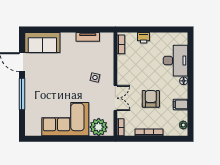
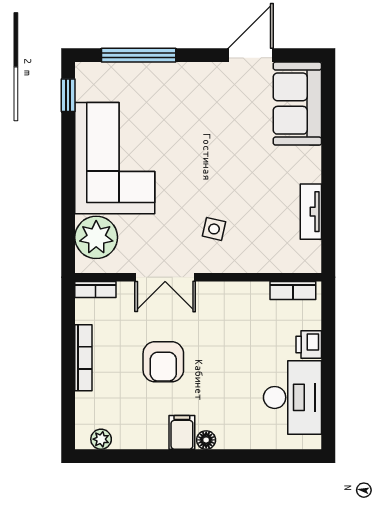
desk: (175, 61) -> (293, 397), moved, turned -90
window: (22, 94) -> (139, 55), moved
armchair: (151, 99) -> (163, 362), turned 90
filing cabinet: (180, 104) -> (182, 432), moved
window: (39, 139) -> (68, 95), added

